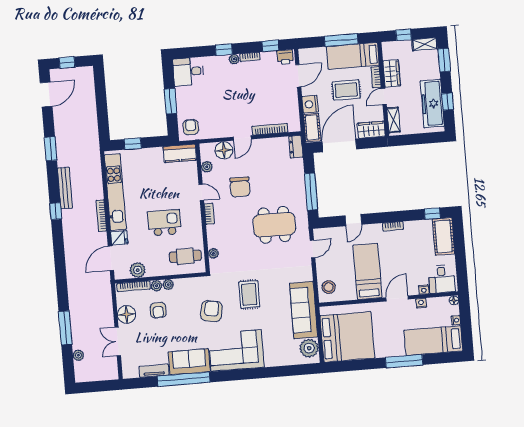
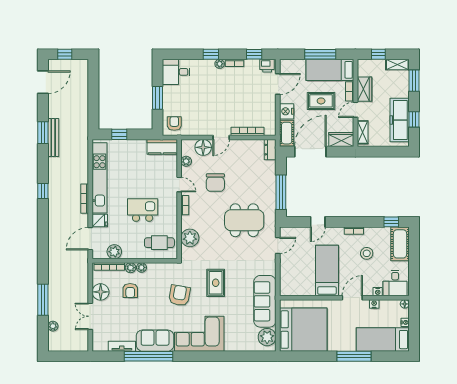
bench: (65, 188) -> (53, 138), moved
plant: (213, 253) -> (190, 238), width x1.88, depth x1.88
stool: (329, 287) -> (367, 253), moved

